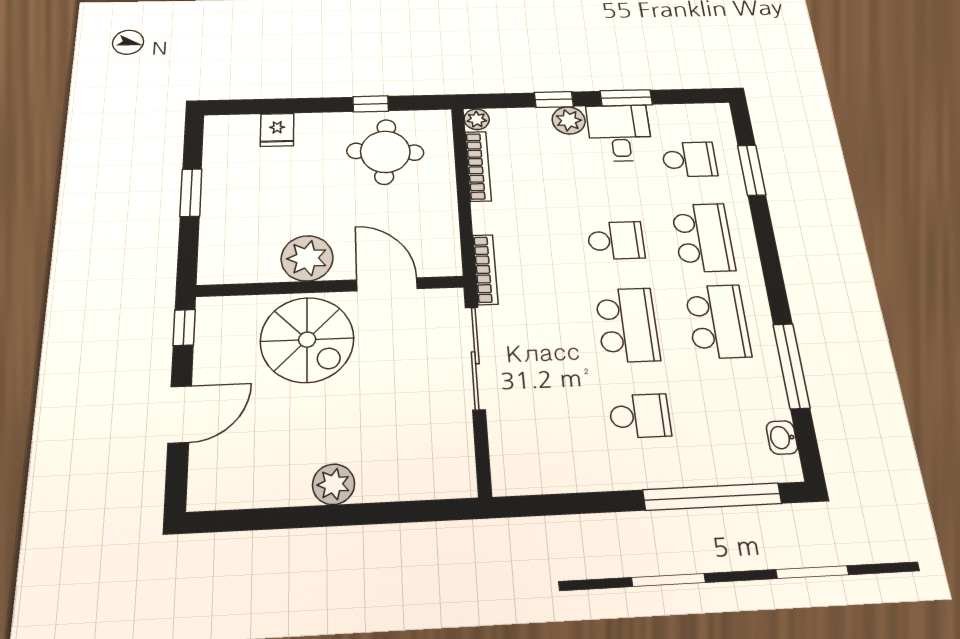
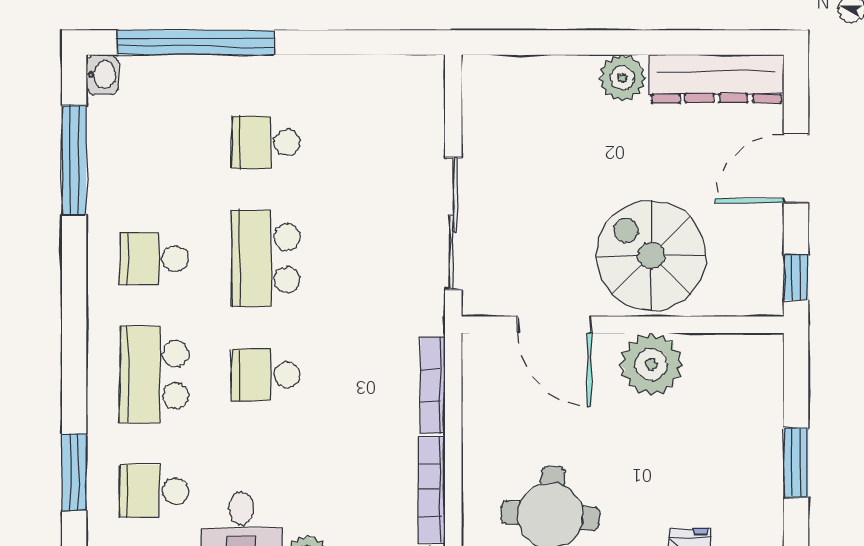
bookcase: (485, 269) -> (433, 385), moved
school desk: (718, 321) -> (154, 259), width x0.54
window: (791, 366) -> (74, 160), moved
washbasin: (782, 438) -> (102, 75), moved
dresser: (249, 488) -> (716, 79), added

